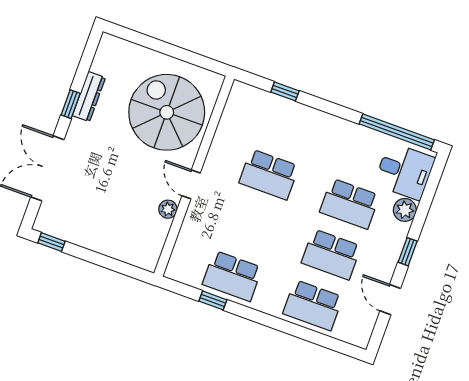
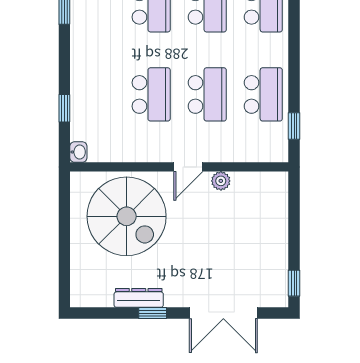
washbasin: (241, 90) -> (78, 152), added
spiral stairs: (167, 112) -> (127, 216), turned -90
school desk: (251, 225) -> (207, 94), added
window: (213, 300) -> (294, 126), moved

